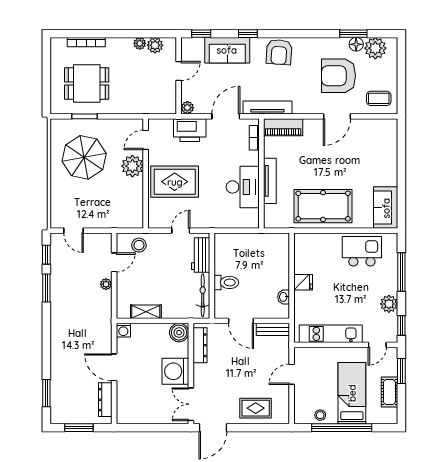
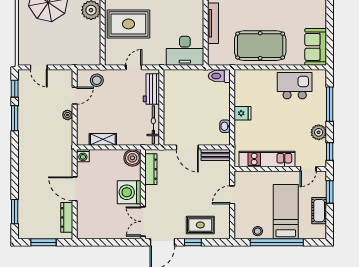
desk: (243, 187) -> (185, 51), moved, turned 90
toilet: (226, 282) -> (219, 76), moved, turned 180
window: (247, 428) -> (193, 242), added

